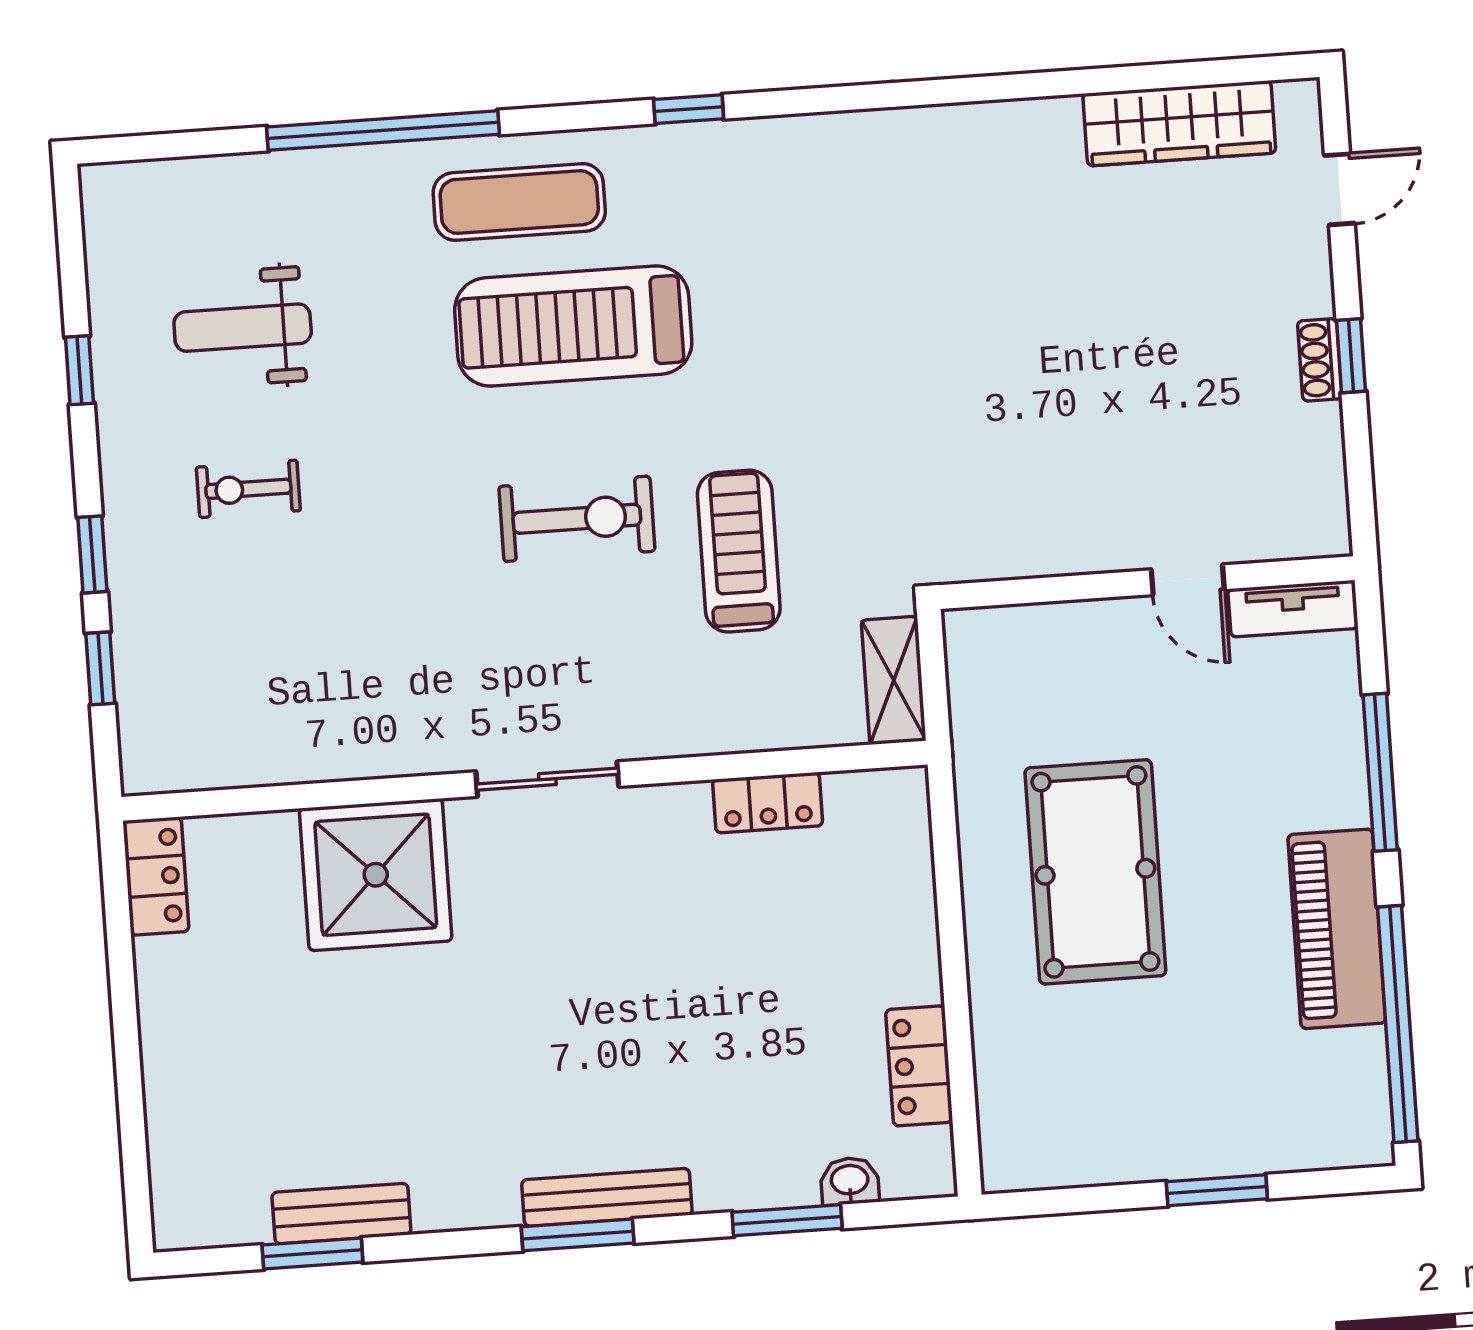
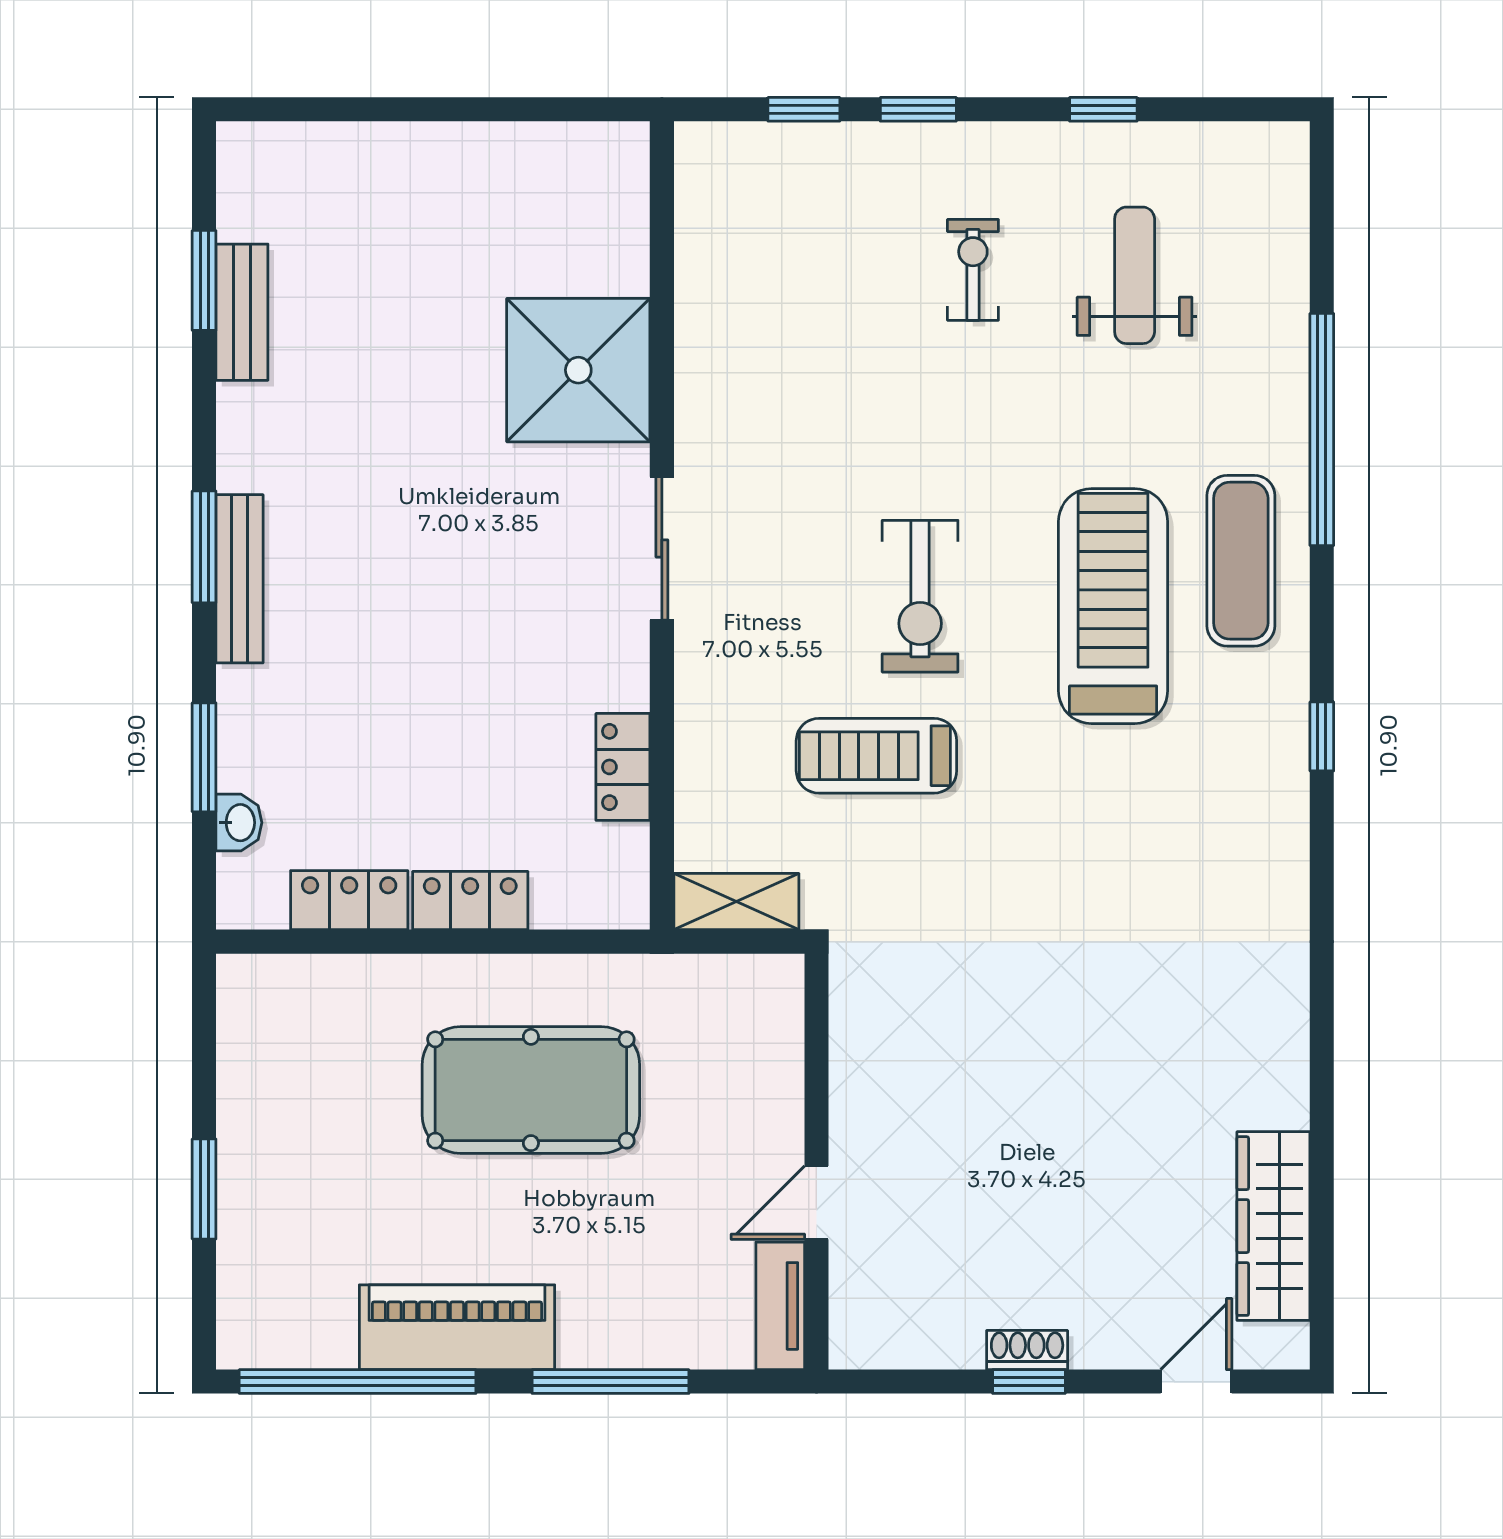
door: (1339, 189) -> (1196, 1382), swing flipped
treadmill: (739, 551) -> (876, 756), turned 180
locker: (156, 876) -> (470, 901), moved, turned 180

